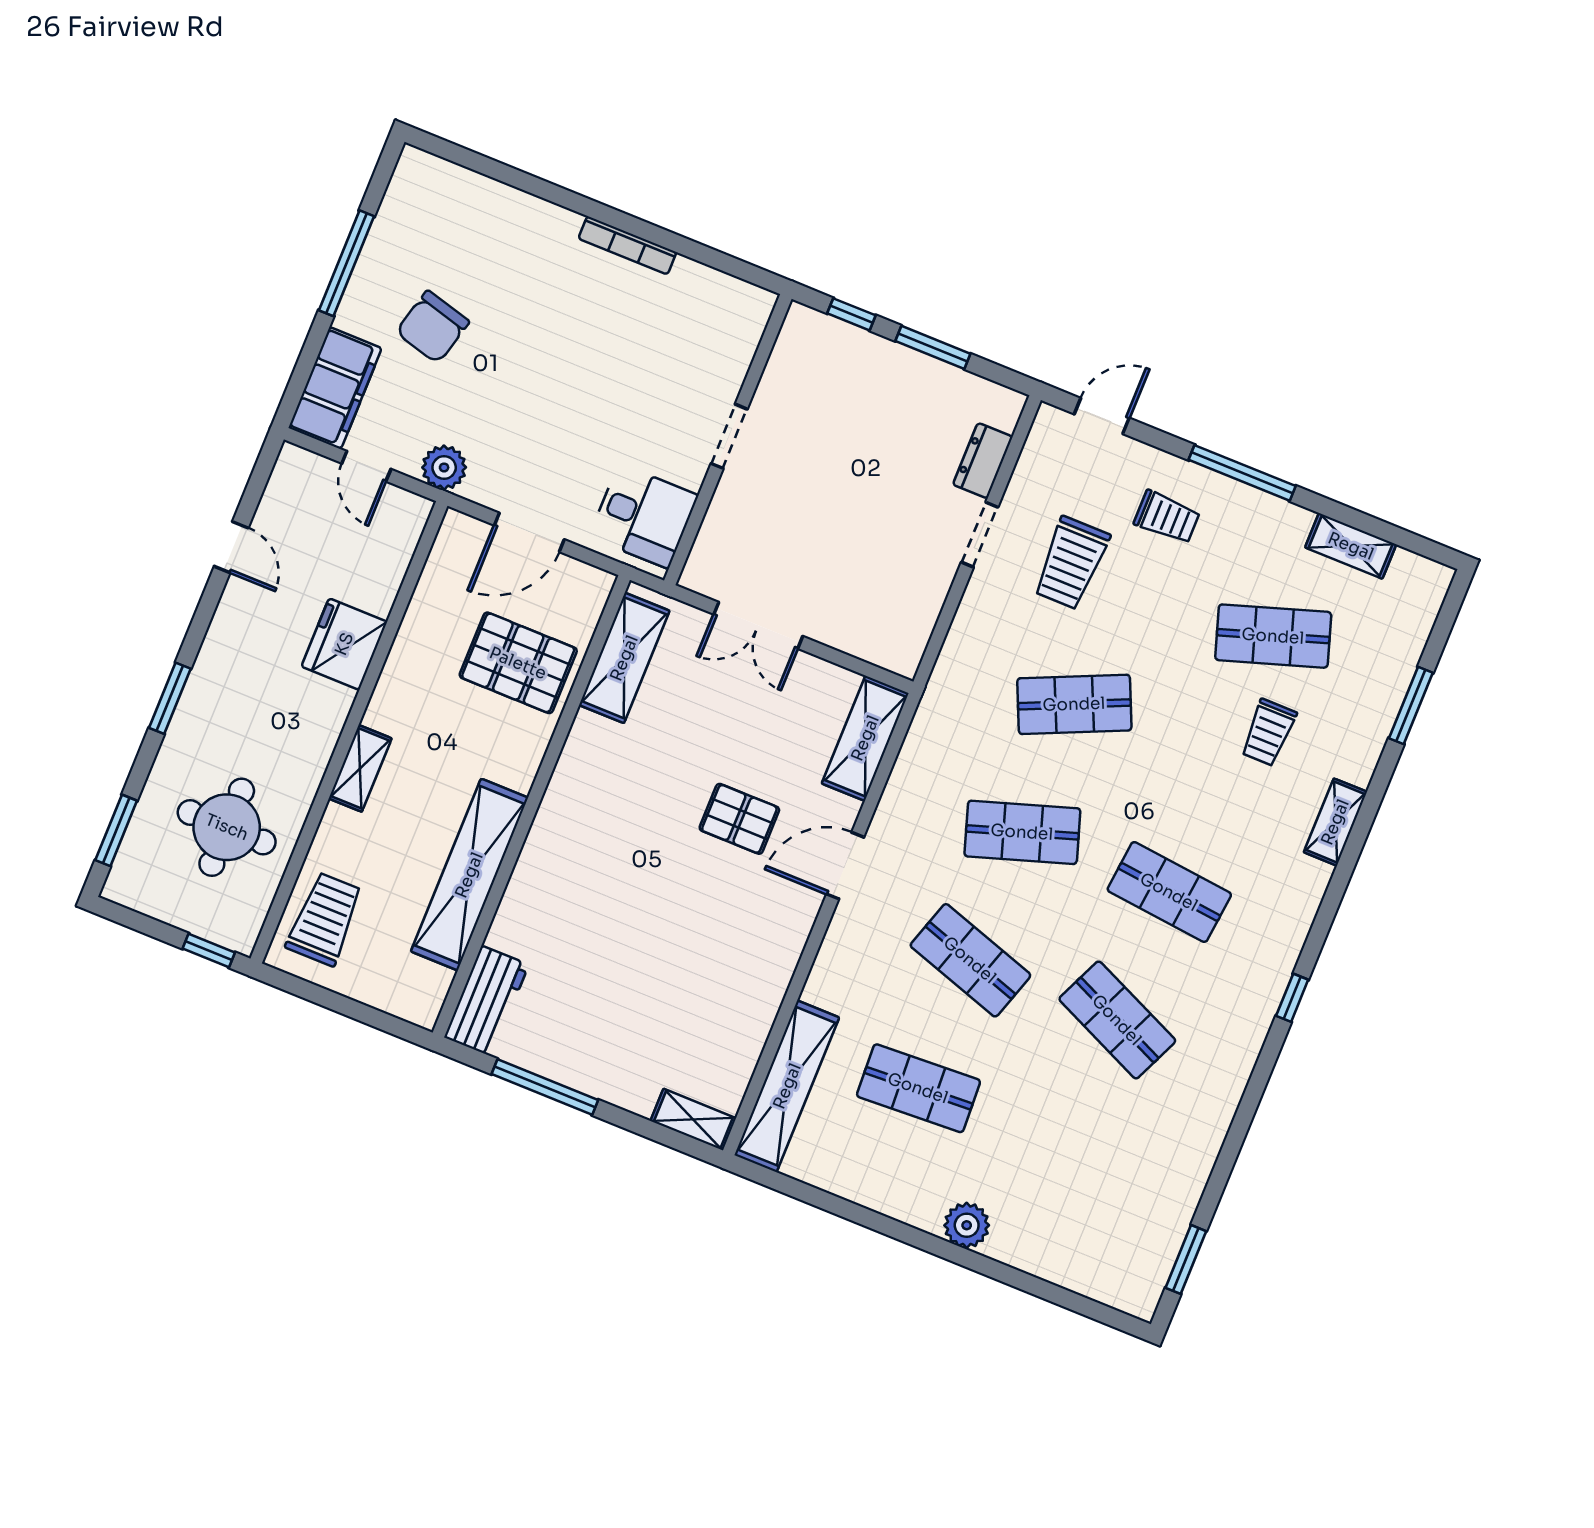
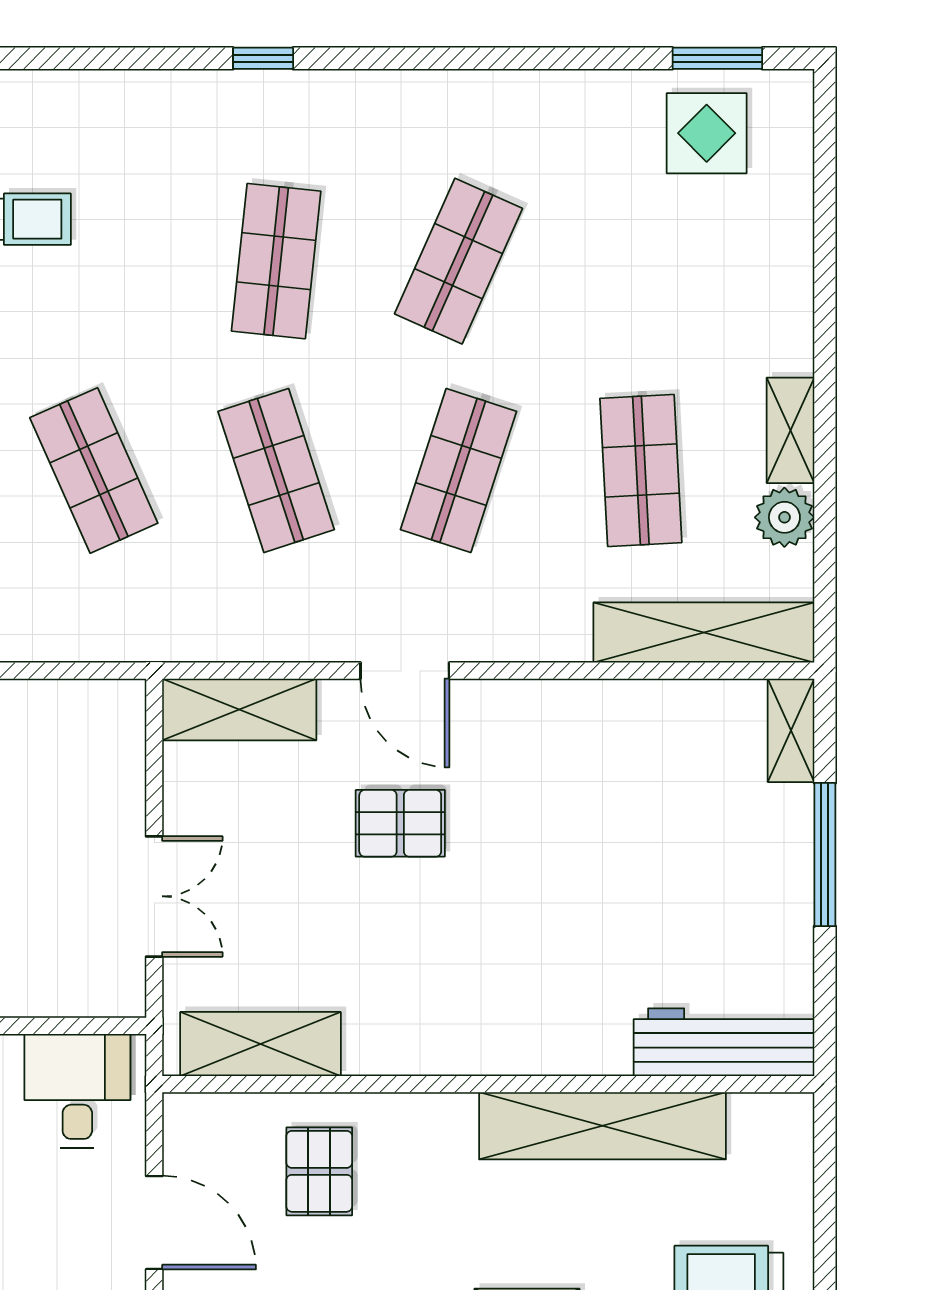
pallet: (518, 663) -> (319, 1171), width x0.67, depth x0.71
pallet: (739, 819) -> (400, 823), turned 90
shelving: (1335, 822) -> (791, 430), moved, turned 90
window: (1292, 998) -> (263, 58), moved
workbench: (486, 1001) -> (724, 1042), width x1.37
window: (545, 1087) -> (825, 855), moved
plant: (967, 1225) -> (784, 517), moved
display table: (1136, 1231) -> (707, 133), added

